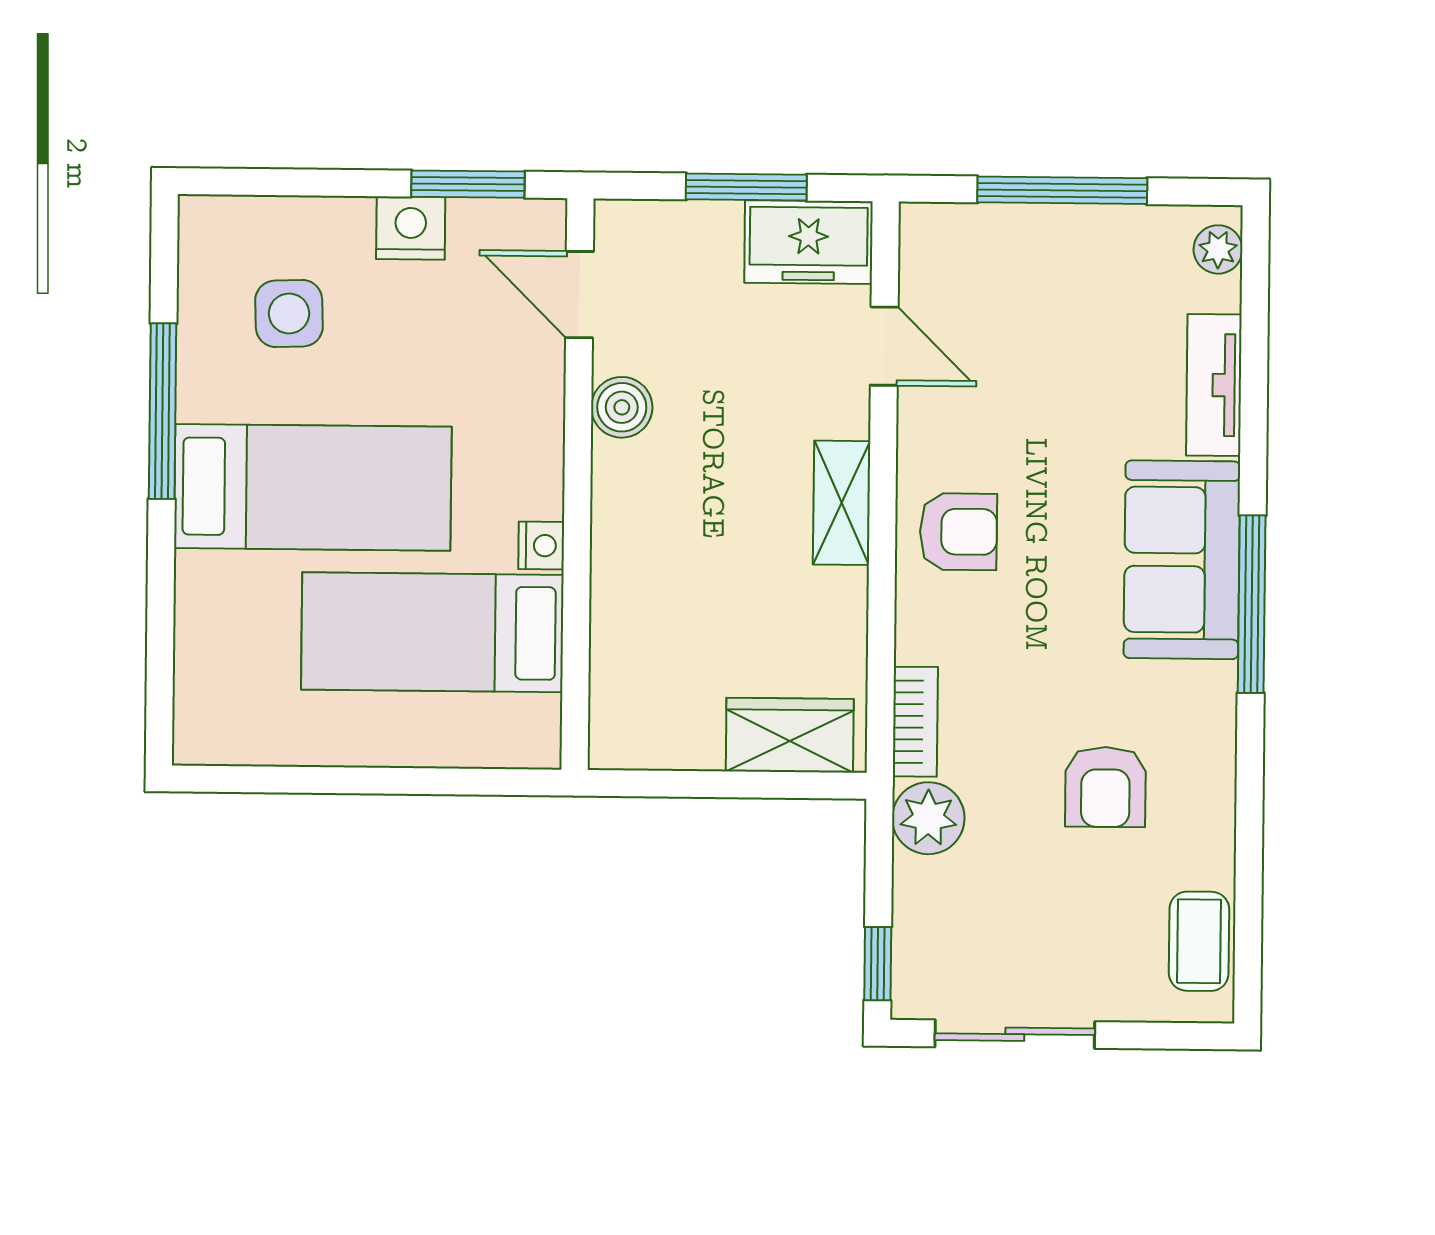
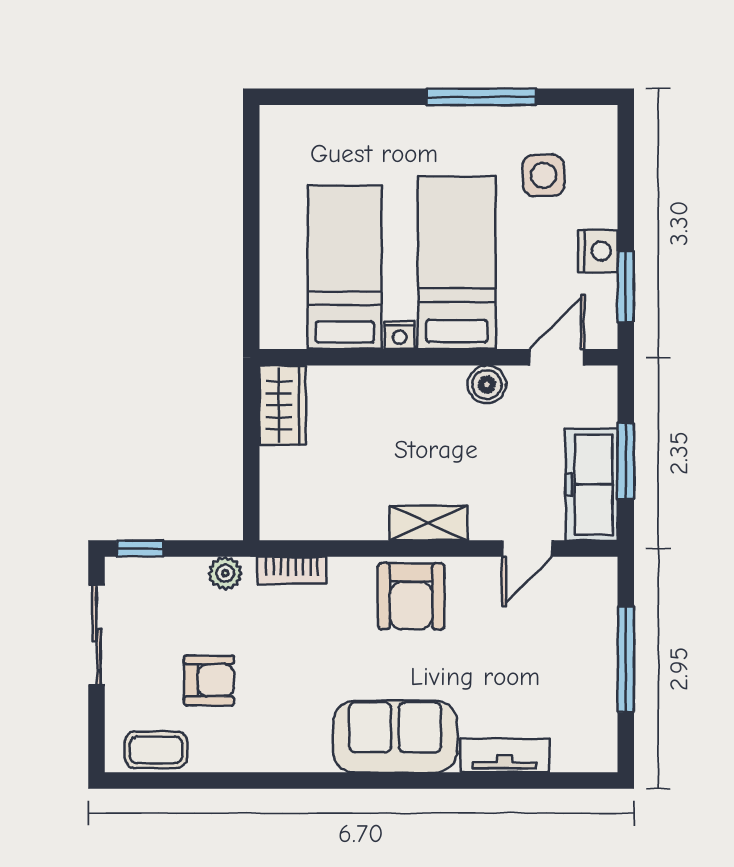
freezer: (809, 242) -> (592, 485), width x1.40
plant: (1218, 249) -> (590, 757), removed
bed: (313, 487) -> (457, 263), moved, turned 180
armchair: (958, 532) -> (411, 596), width x1.38, depth x1.38
window: (1252, 604) -> (368, 781), removed
wardrobe: (790, 735) -> (283, 405), moved
armchair: (1105, 787) -> (209, 680), moved, turned 180
plant: (928, 818) -> (225, 573), width x0.73, depth x0.73

